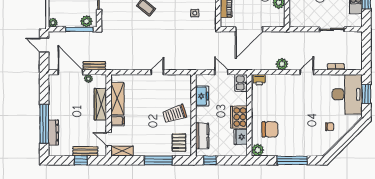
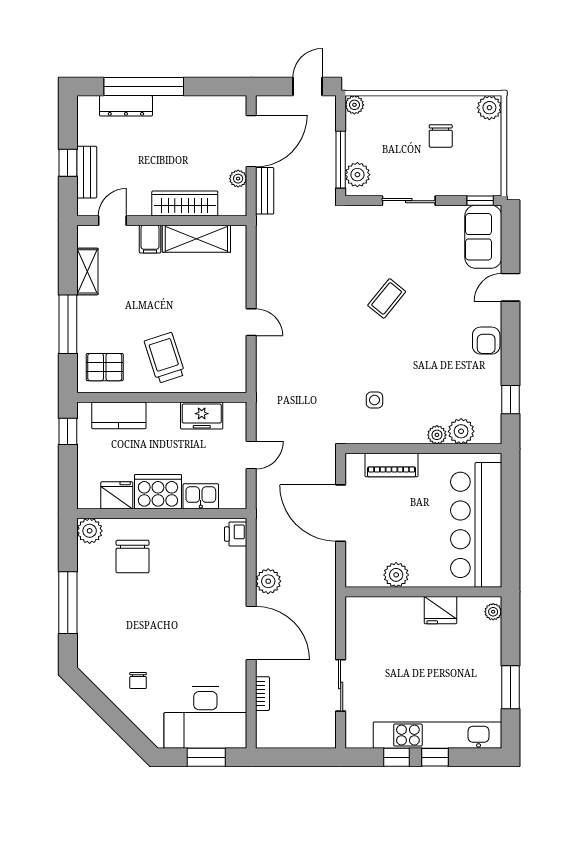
door: (307, 72) -> (251, 633), width x1.87
kitchen sink: (241, 83) -> (201, 496), moved
shelving: (122, 151) -> (87, 271), moved

